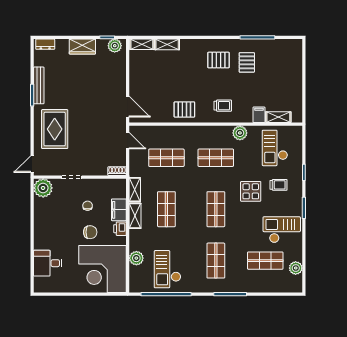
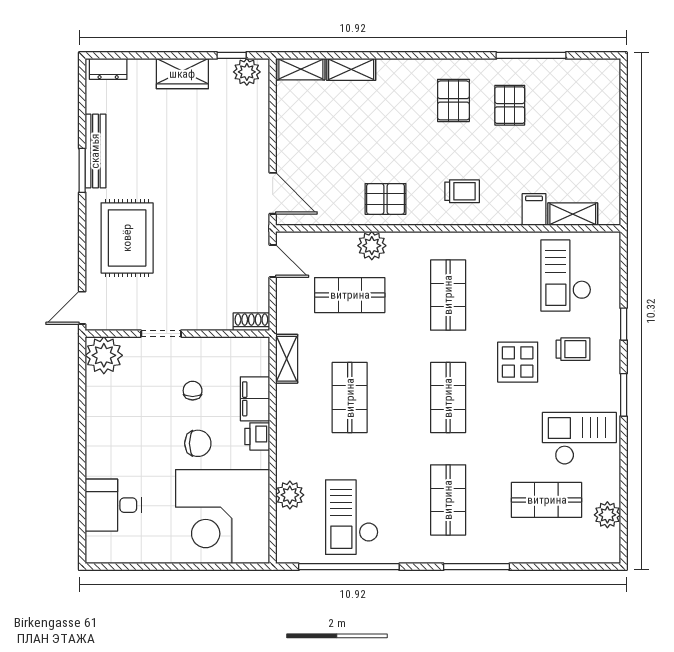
pallet: (218, 60) -> (453, 100), turned 90
plant: (240, 133) -> (372, 246), moved
shop shelf: (216, 158) -> (448, 295), turned 90
shelving: (135, 216) -> (287, 411), removed

